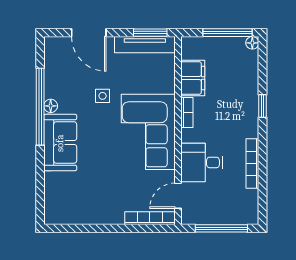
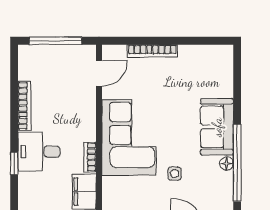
desk: (202, 162) -> (39, 152), moved, turned 180
bookcase: (150, 218) -> (152, 51), moved

